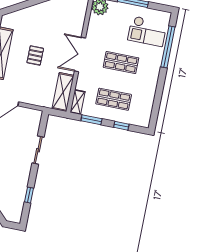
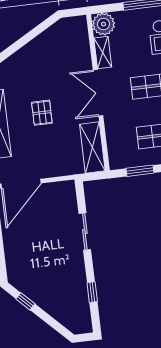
shelving: (78, 102) -> (103, 53), moved

